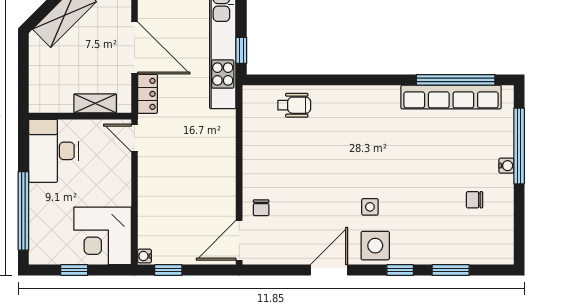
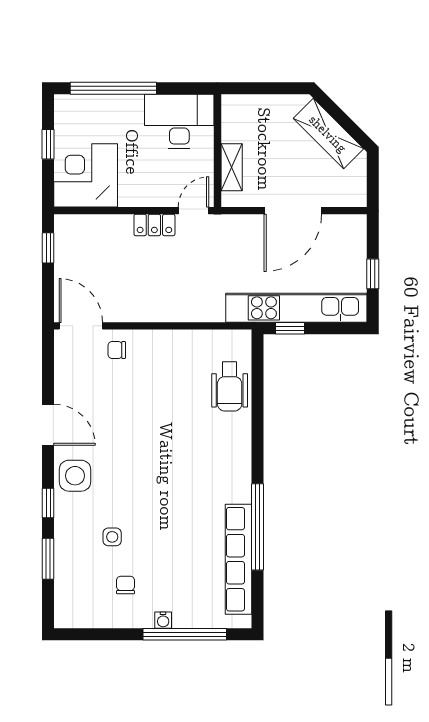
window: (456, 80) -> (258, 527), moved
locker: (148, 94) -> (154, 225), moved
wheelchair: (294, 105) -> (230, 386), width x1.36, depth x1.37
side table: (370, 207) -> (112, 537), moved
water cooler: (145, 256) -> (63, 222), removed

